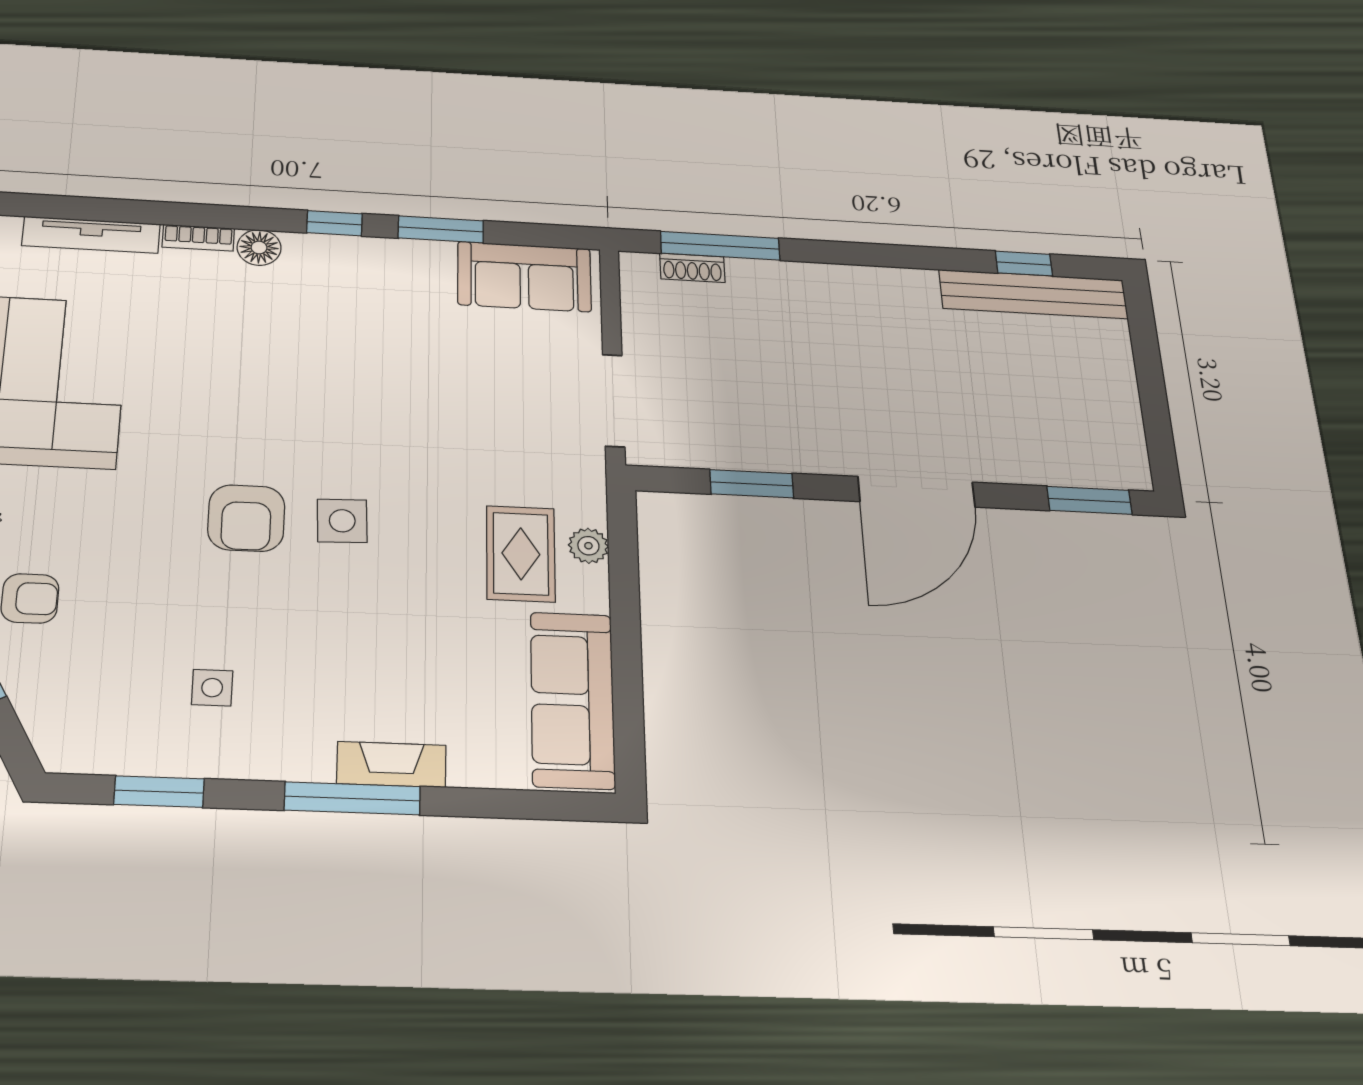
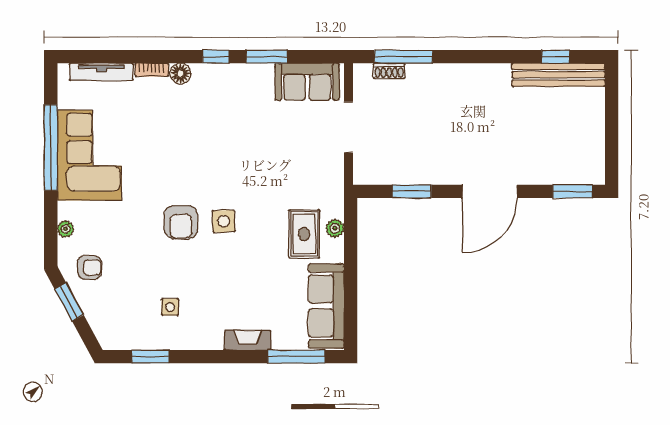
doorway: (614, 400) -> (349, 127), moved
window: (352, 798) -> (296, 357), moved

